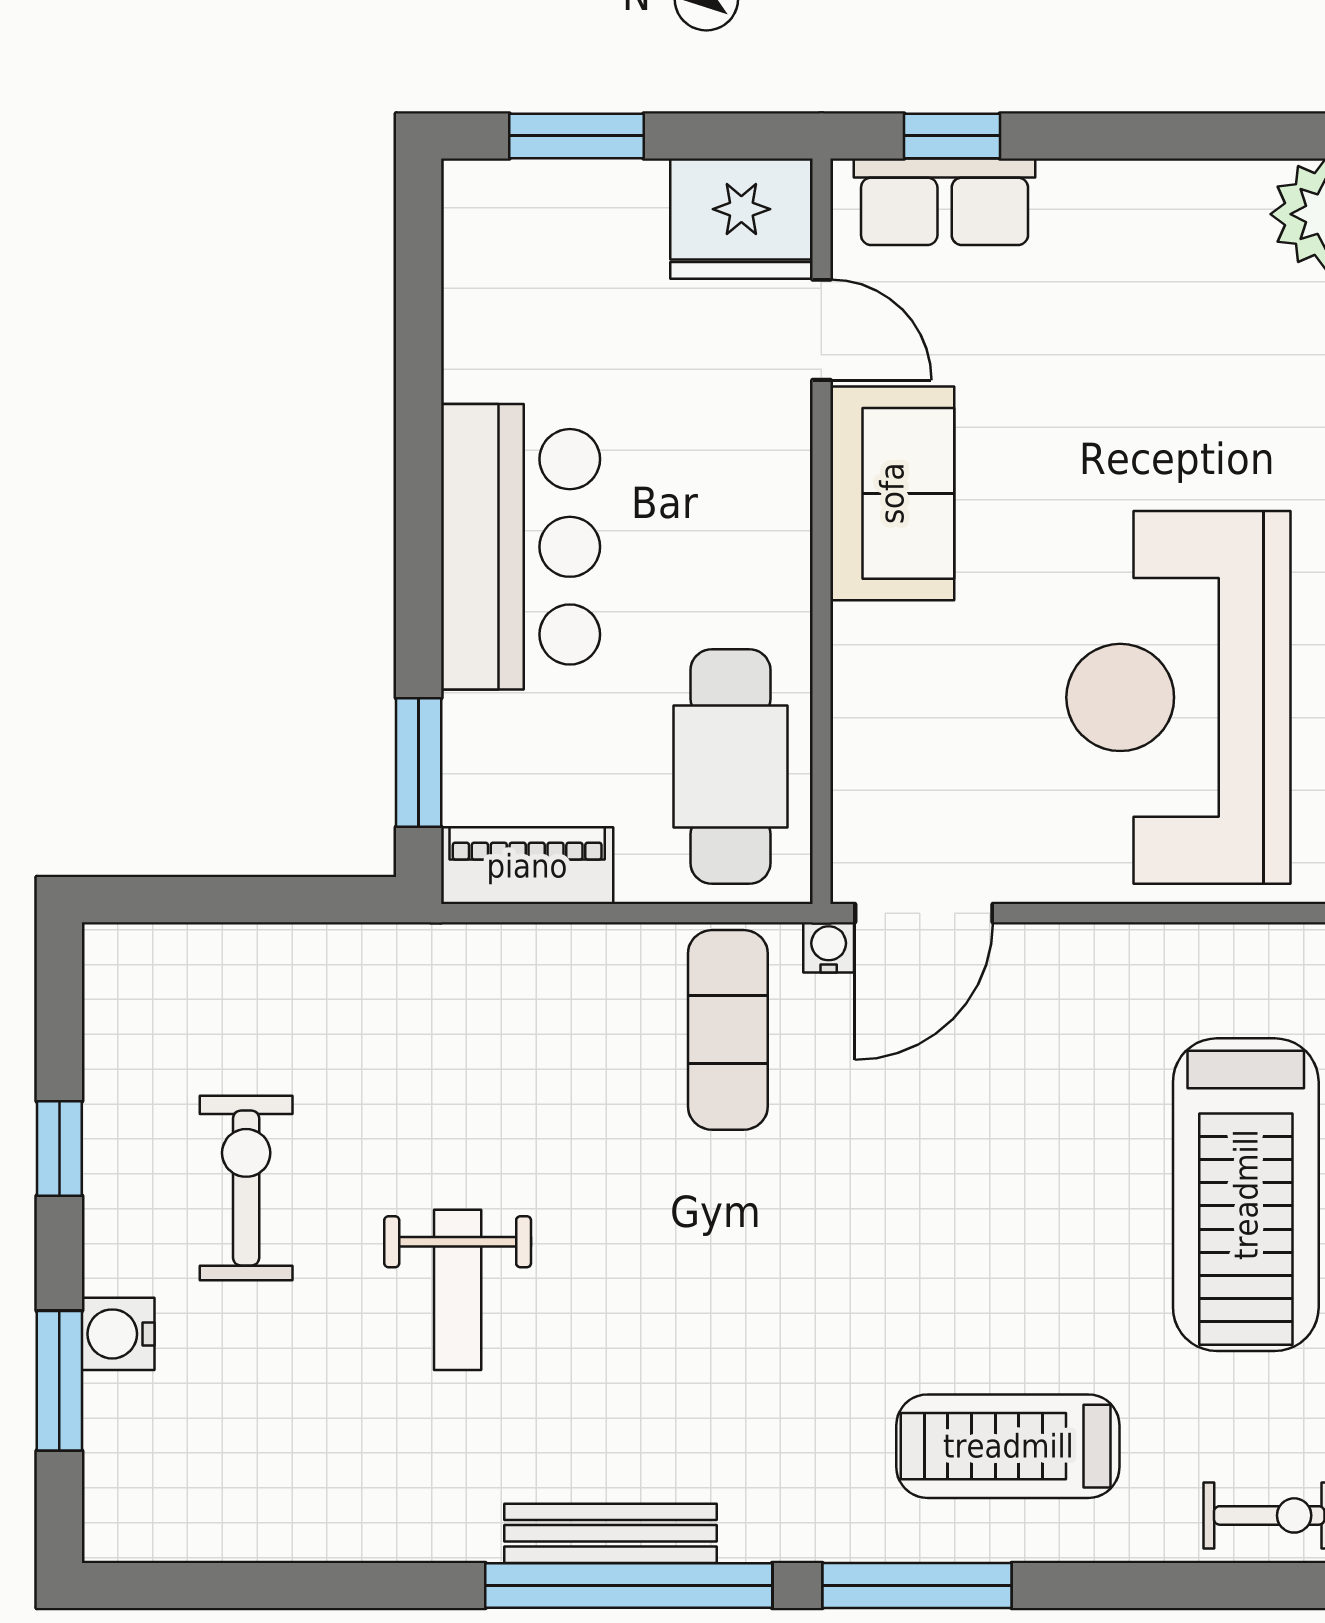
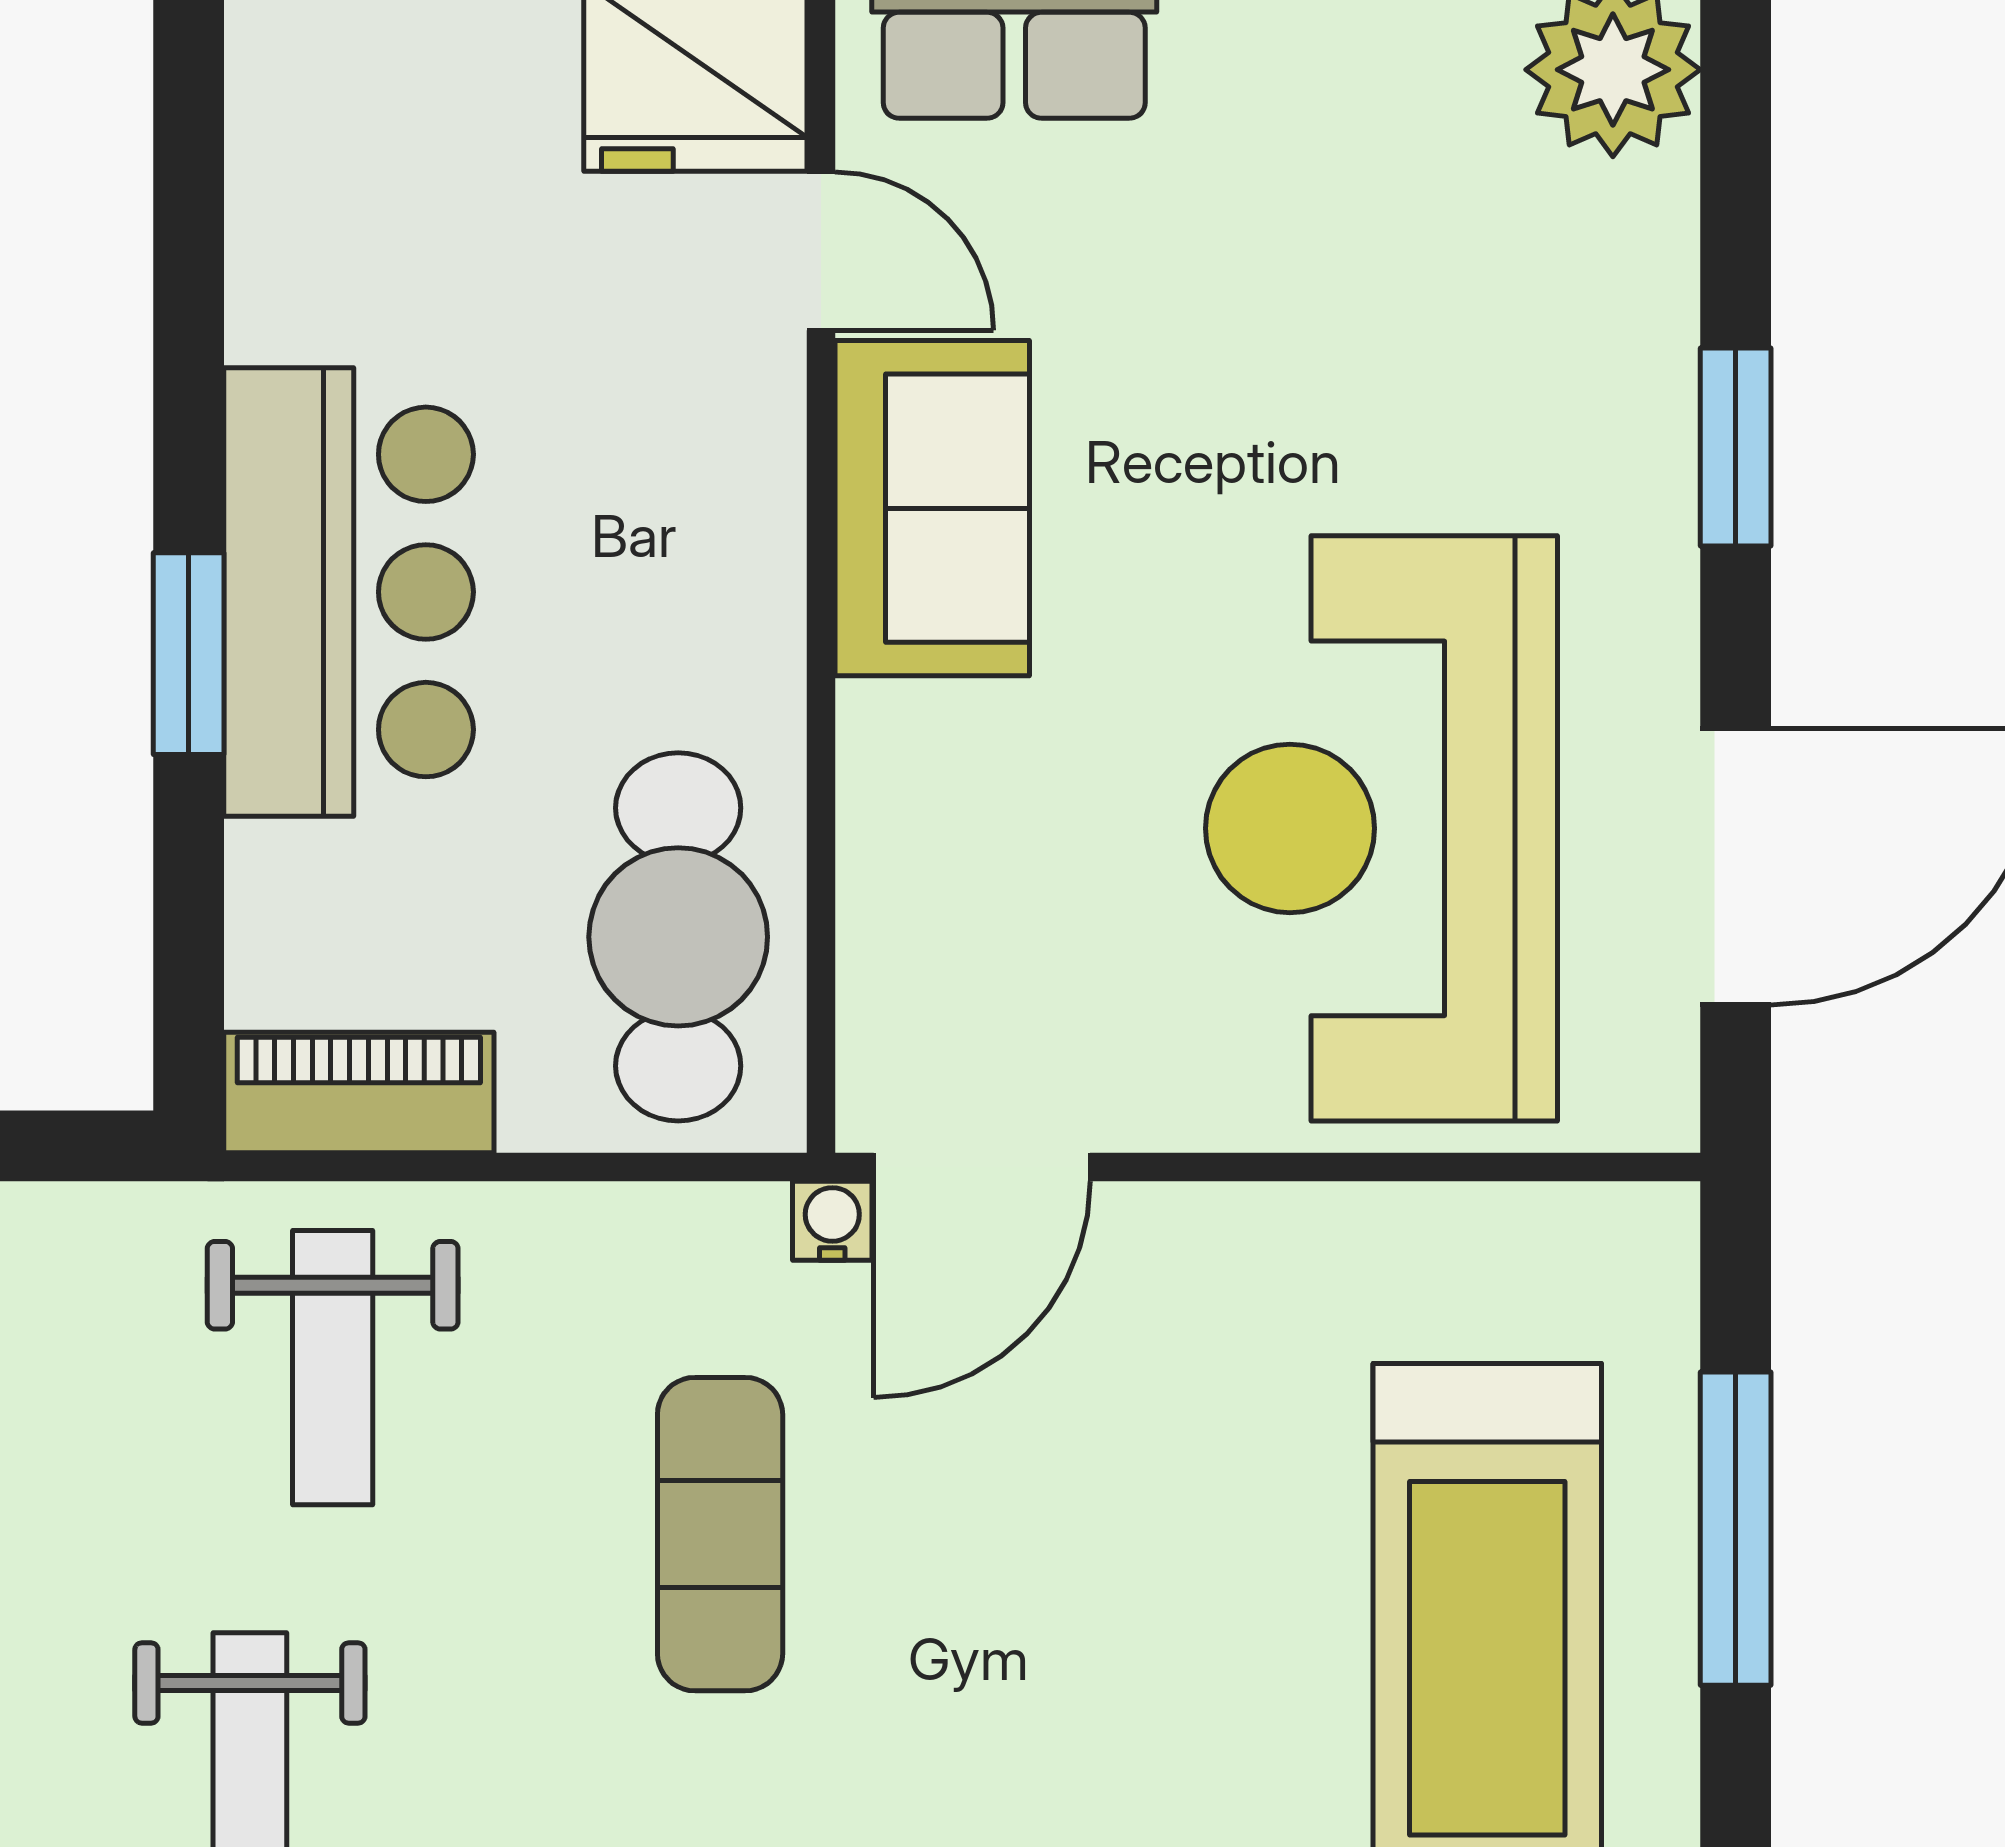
window: (419, 762) -> (189, 654), moved
exercise mat: (728, 1030) -> (720, 1534), moved
weight bench: (510, 1041) -> (333, 1368), added

